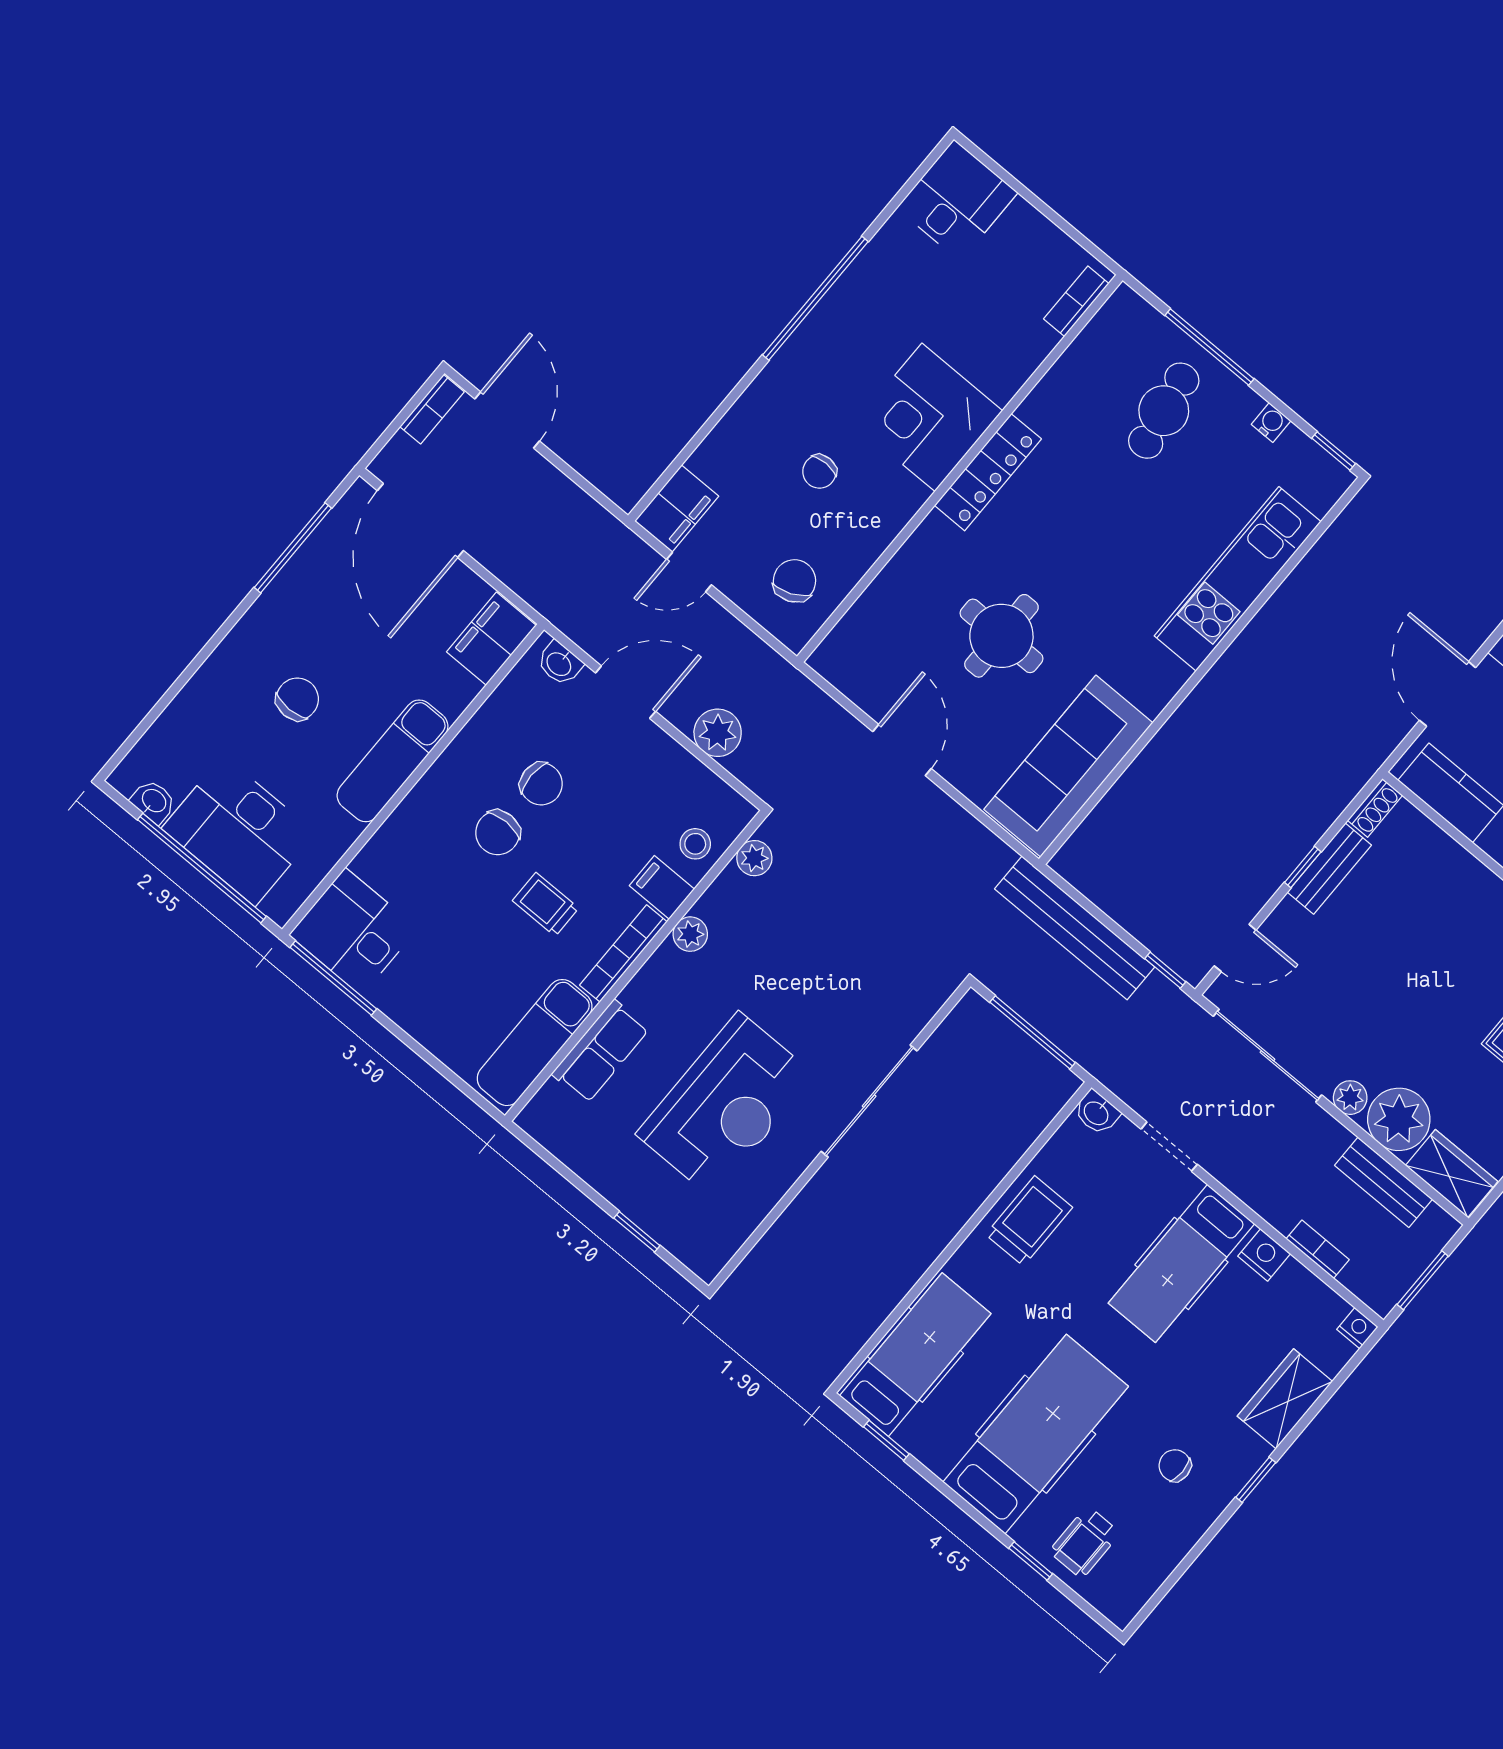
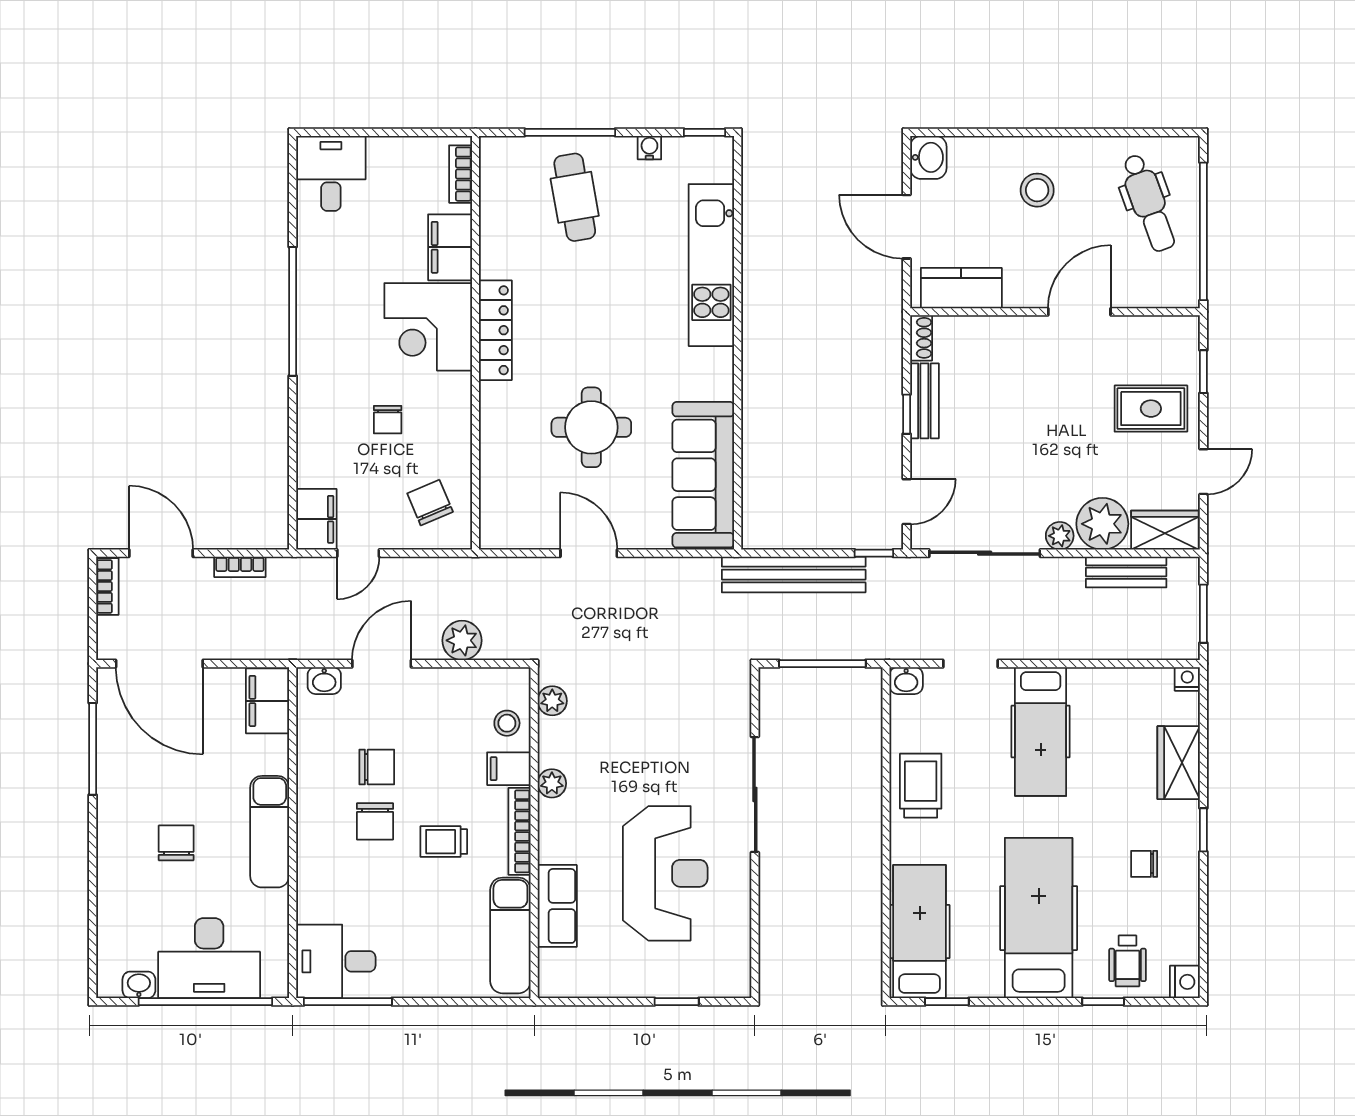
filing cabinet: (1010, 361) -> (450, 247), added
bookcase: (1318, 1249) -> (240, 567), moved, turned 180
nightstand: (1264, 1255) -> (1185, 982), moved, turned 90

